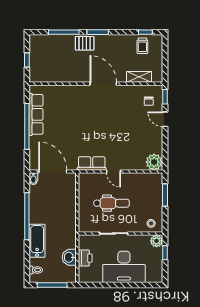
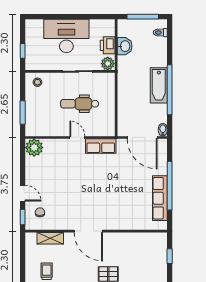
bathtub: (37, 241) -> (159, 85), moved
plant: (156, 241) -> (108, 64), moved

